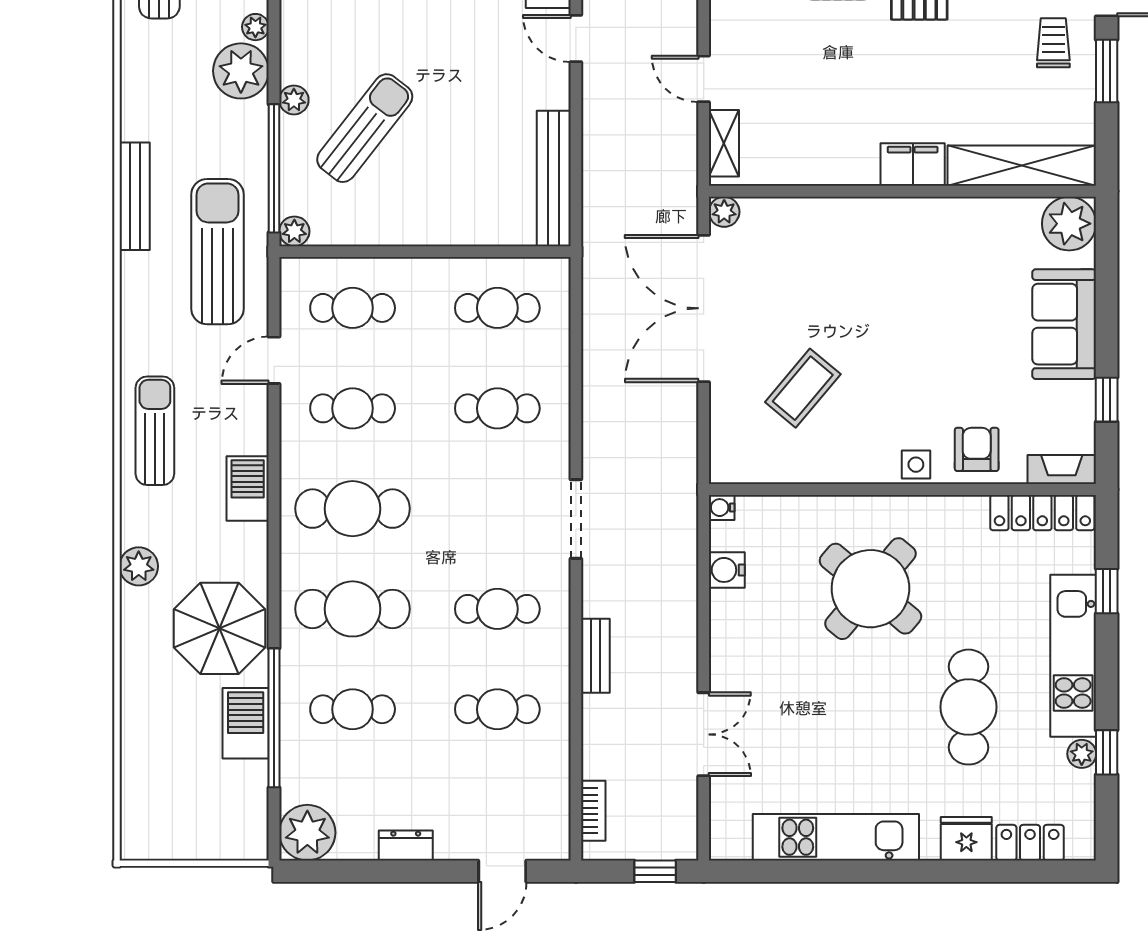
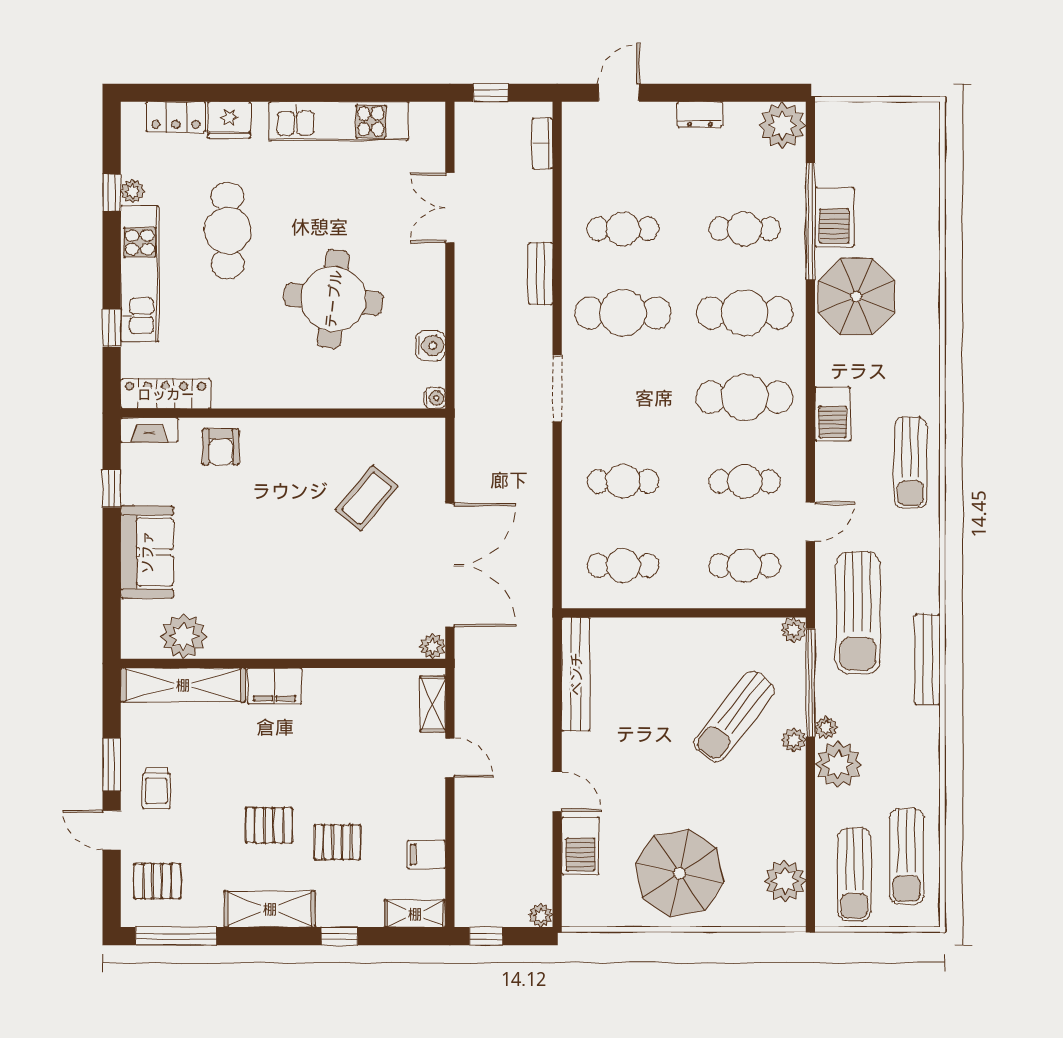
plant: (255, 27) -> (826, 728), moved
plant: (1069, 224) -> (184, 636), moved
side table: (916, 465) -> (272, 434), removed
plant: (139, 566) -> (924, 349), removed
round table: (870, 589) -> (333, 299), moved, turned -34
cafe table: (497, 609) -> (623, 313), width x1.37, depth x1.35

